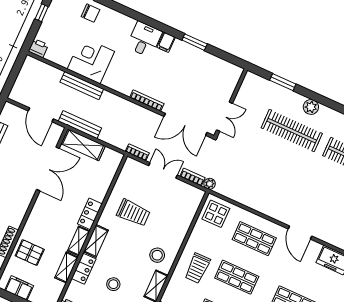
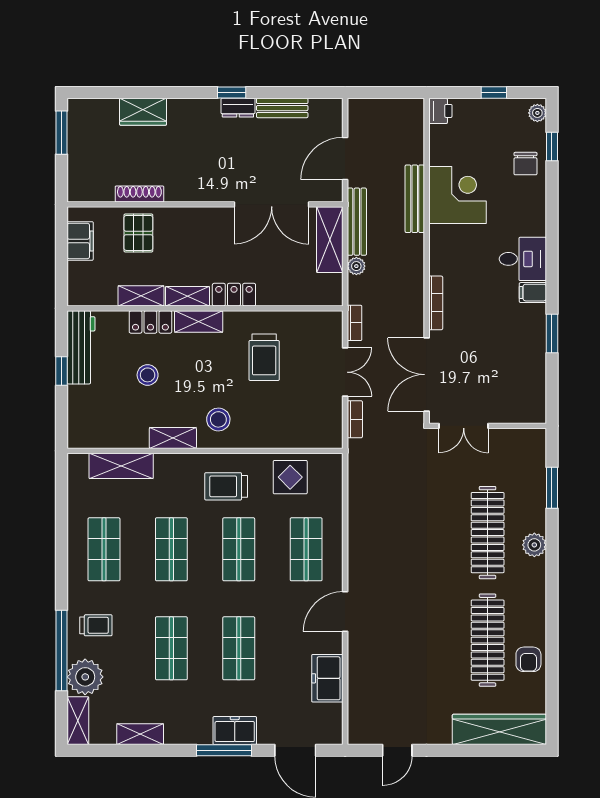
plant: (210, 184) -> (356, 266), moved
display table: (216, 214) -> (290, 477), moved

